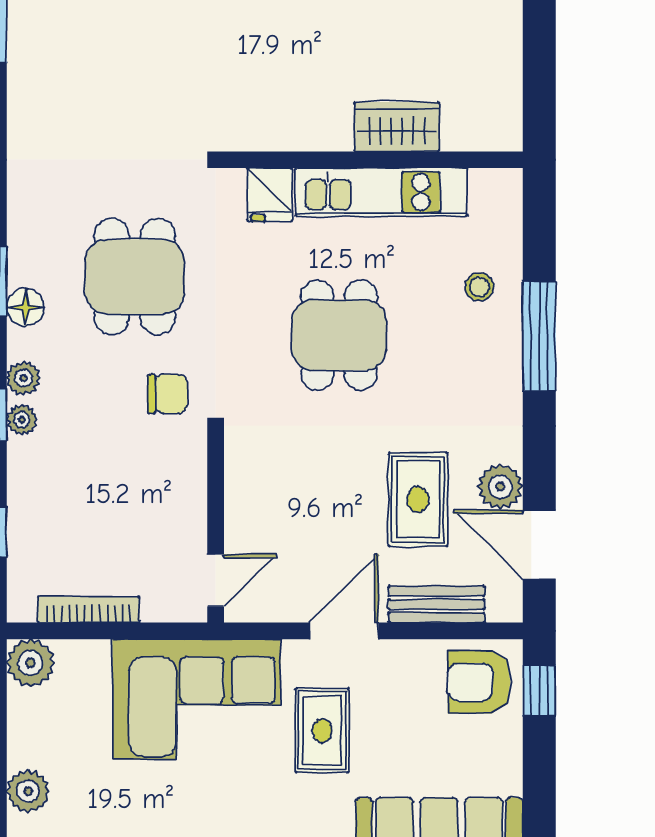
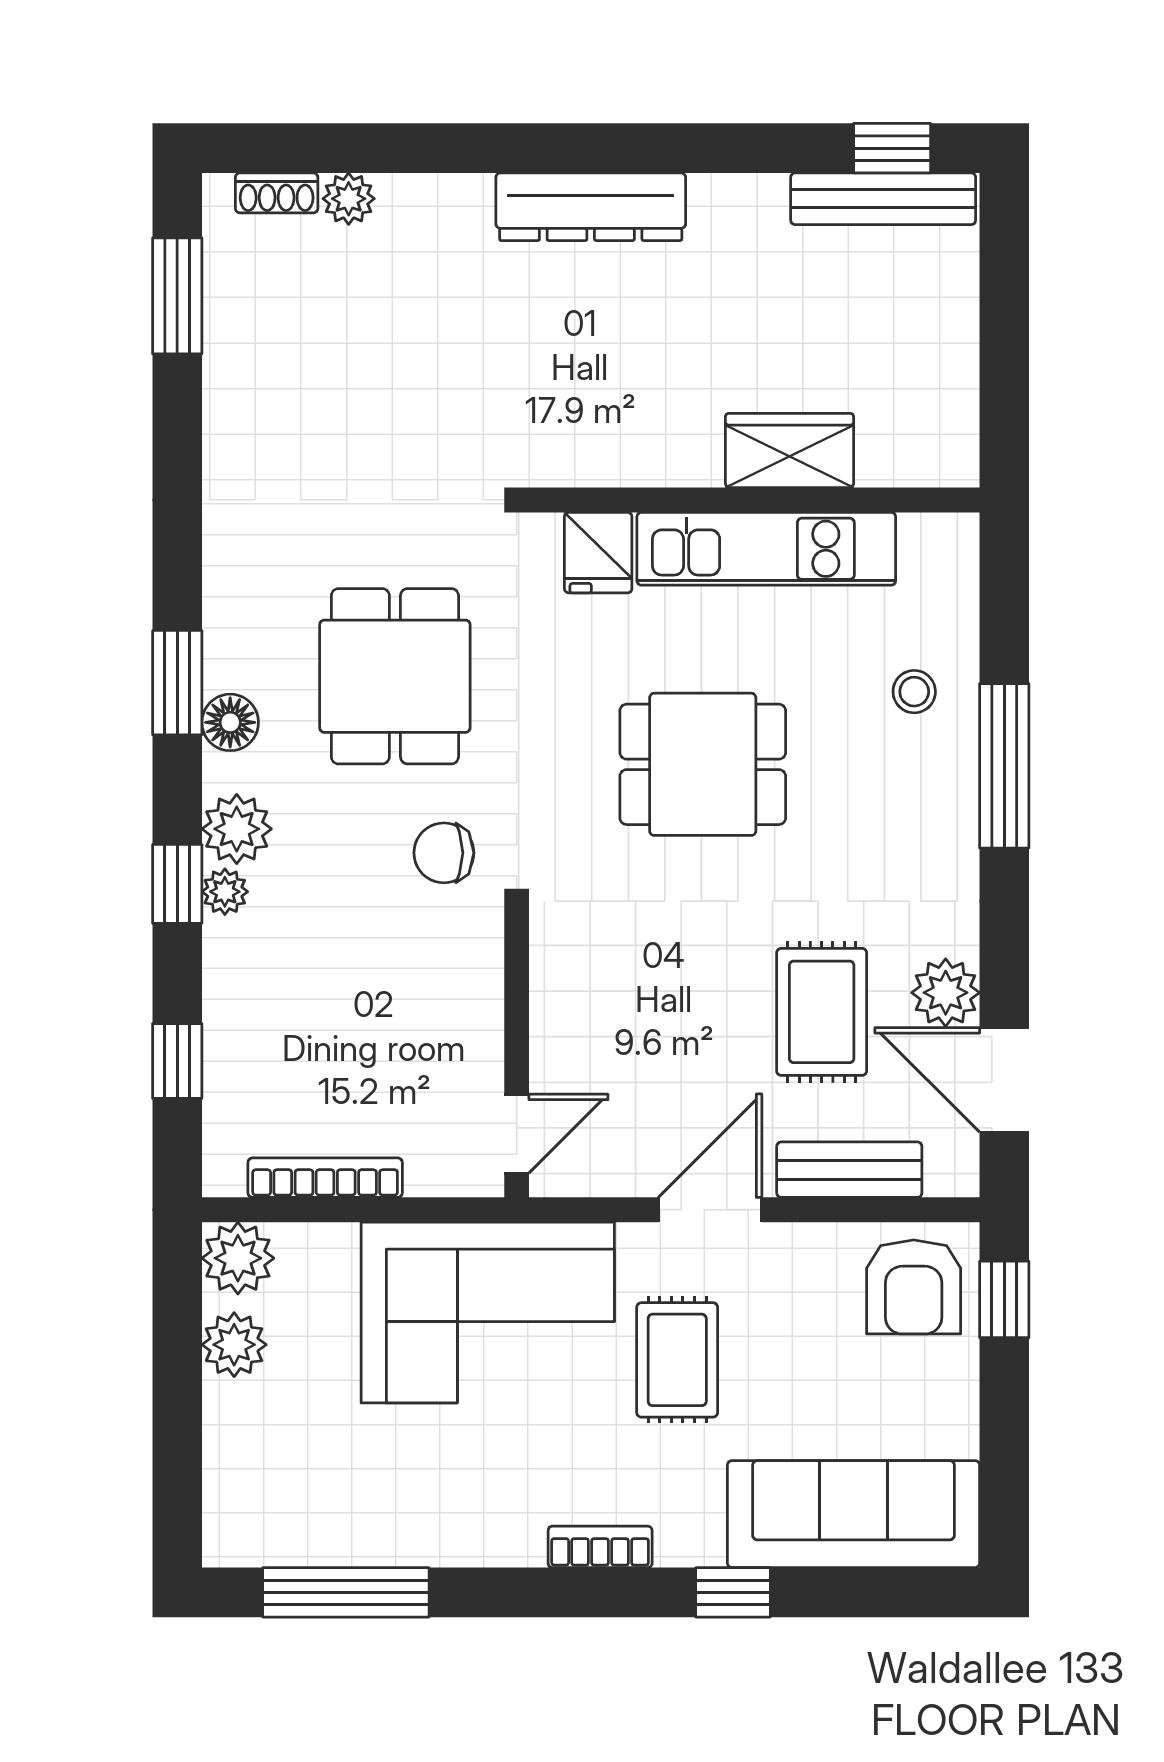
dining table: (339, 335) -> (703, 764), turned 90
plant: (23, 378) -> (237, 829), width x1.38, depth x1.38
chair: (167, 394) -> (444, 853), turned 180
armchair: (479, 682) -> (914, 1287), turned -90
plant: (28, 791) -> (234, 1345), moved

